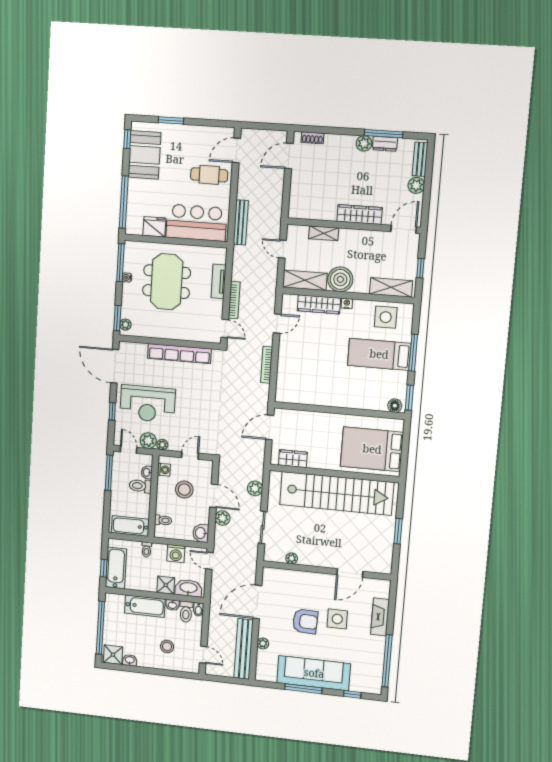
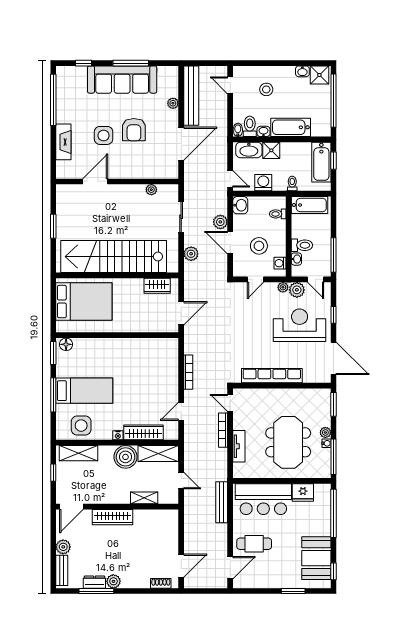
plant: (125, 325) -> (325, 432), moved
armchair: (305, 621) -> (134, 130), turned -92

